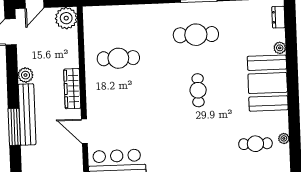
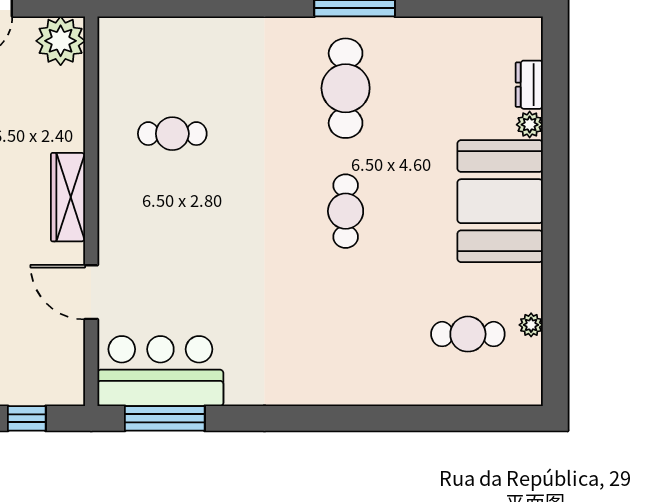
dresser: (278, 17) -> (529, 85), moved
cafe table: (196, 35) -> (346, 88), turned 90
cafe table: (118, 58) -> (172, 134), width x0.73, depth x0.74

